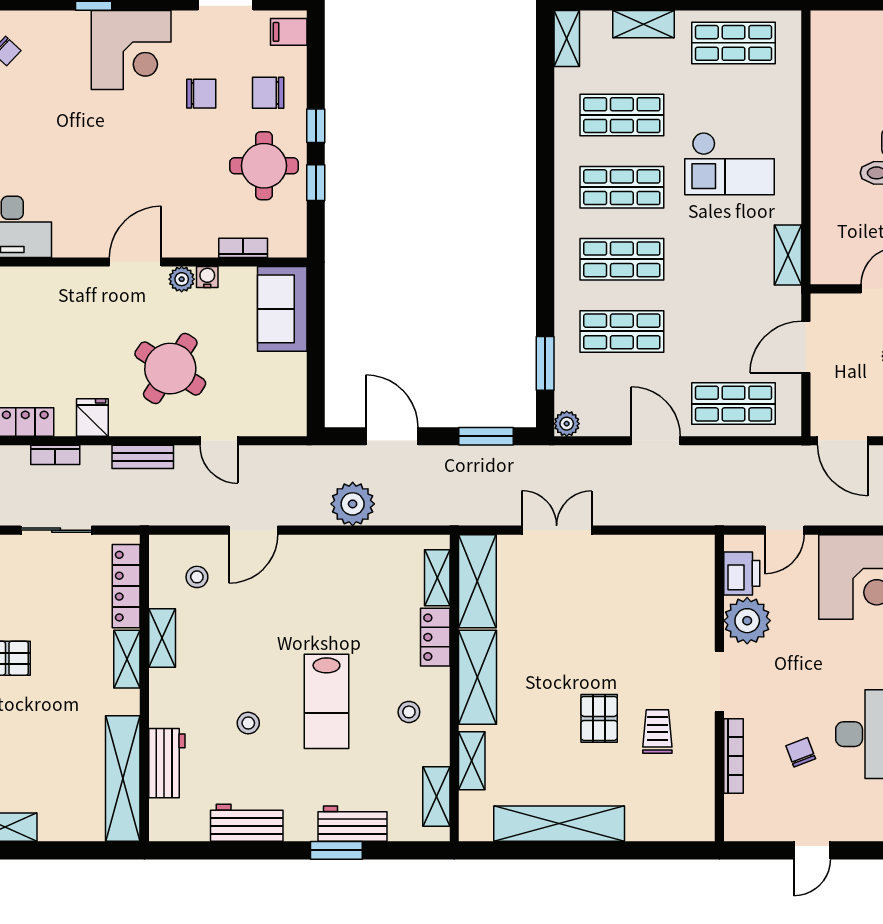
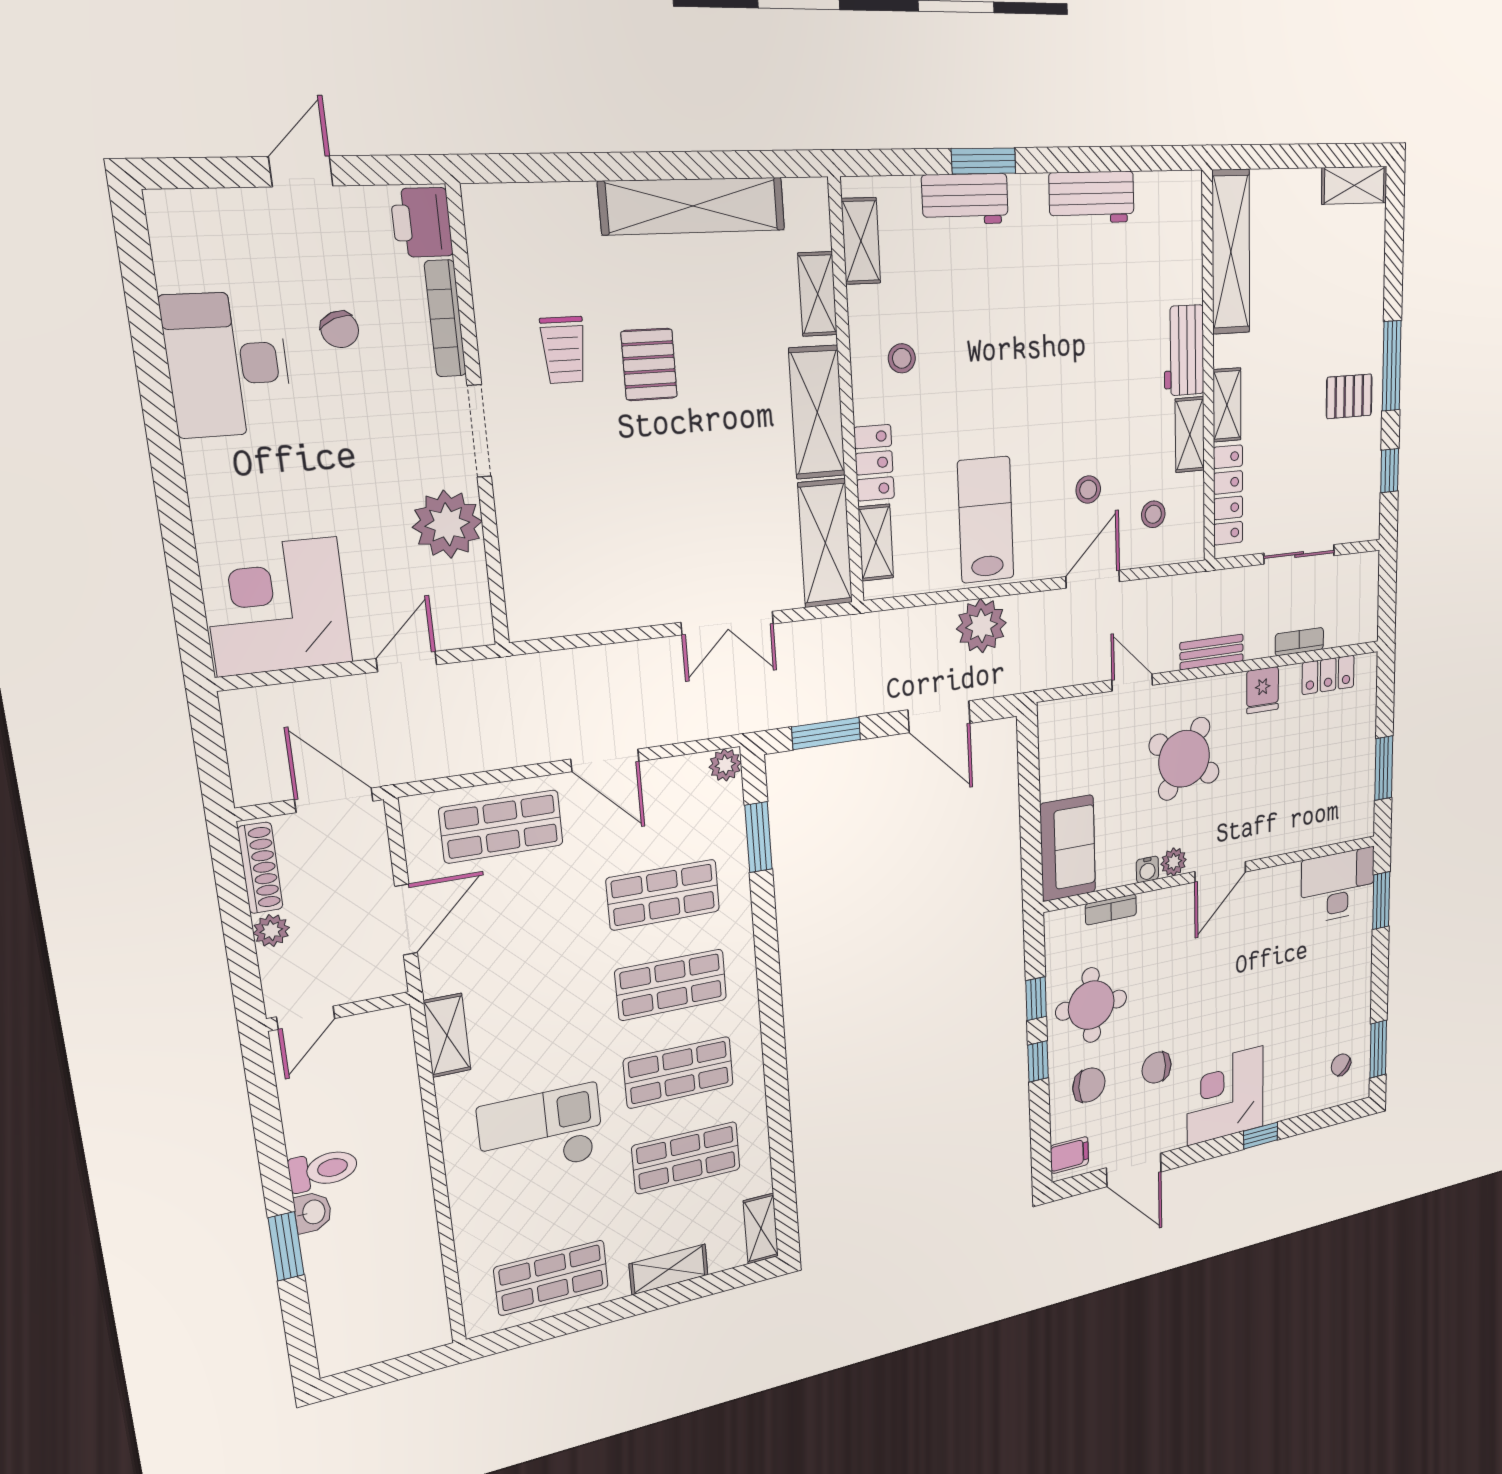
printer: (742, 573) -> (422, 222), moved
lab bench: (326, 701) -> (986, 520), moved
stool: (248, 723) -> (1088, 489), moved
workbench: (167, 763) -> (1184, 350), moved

